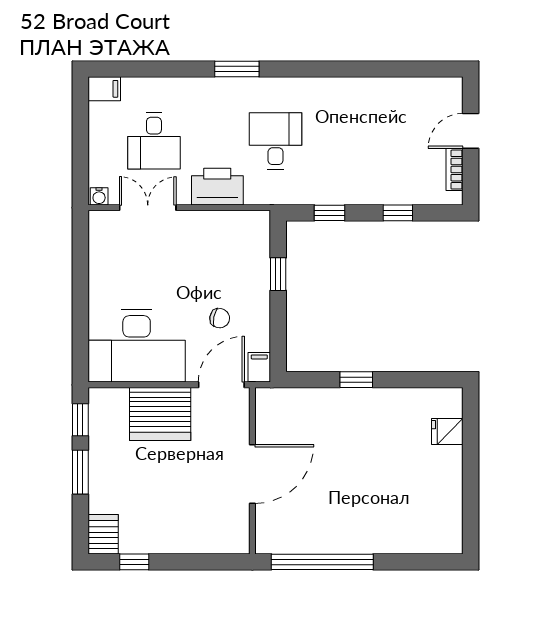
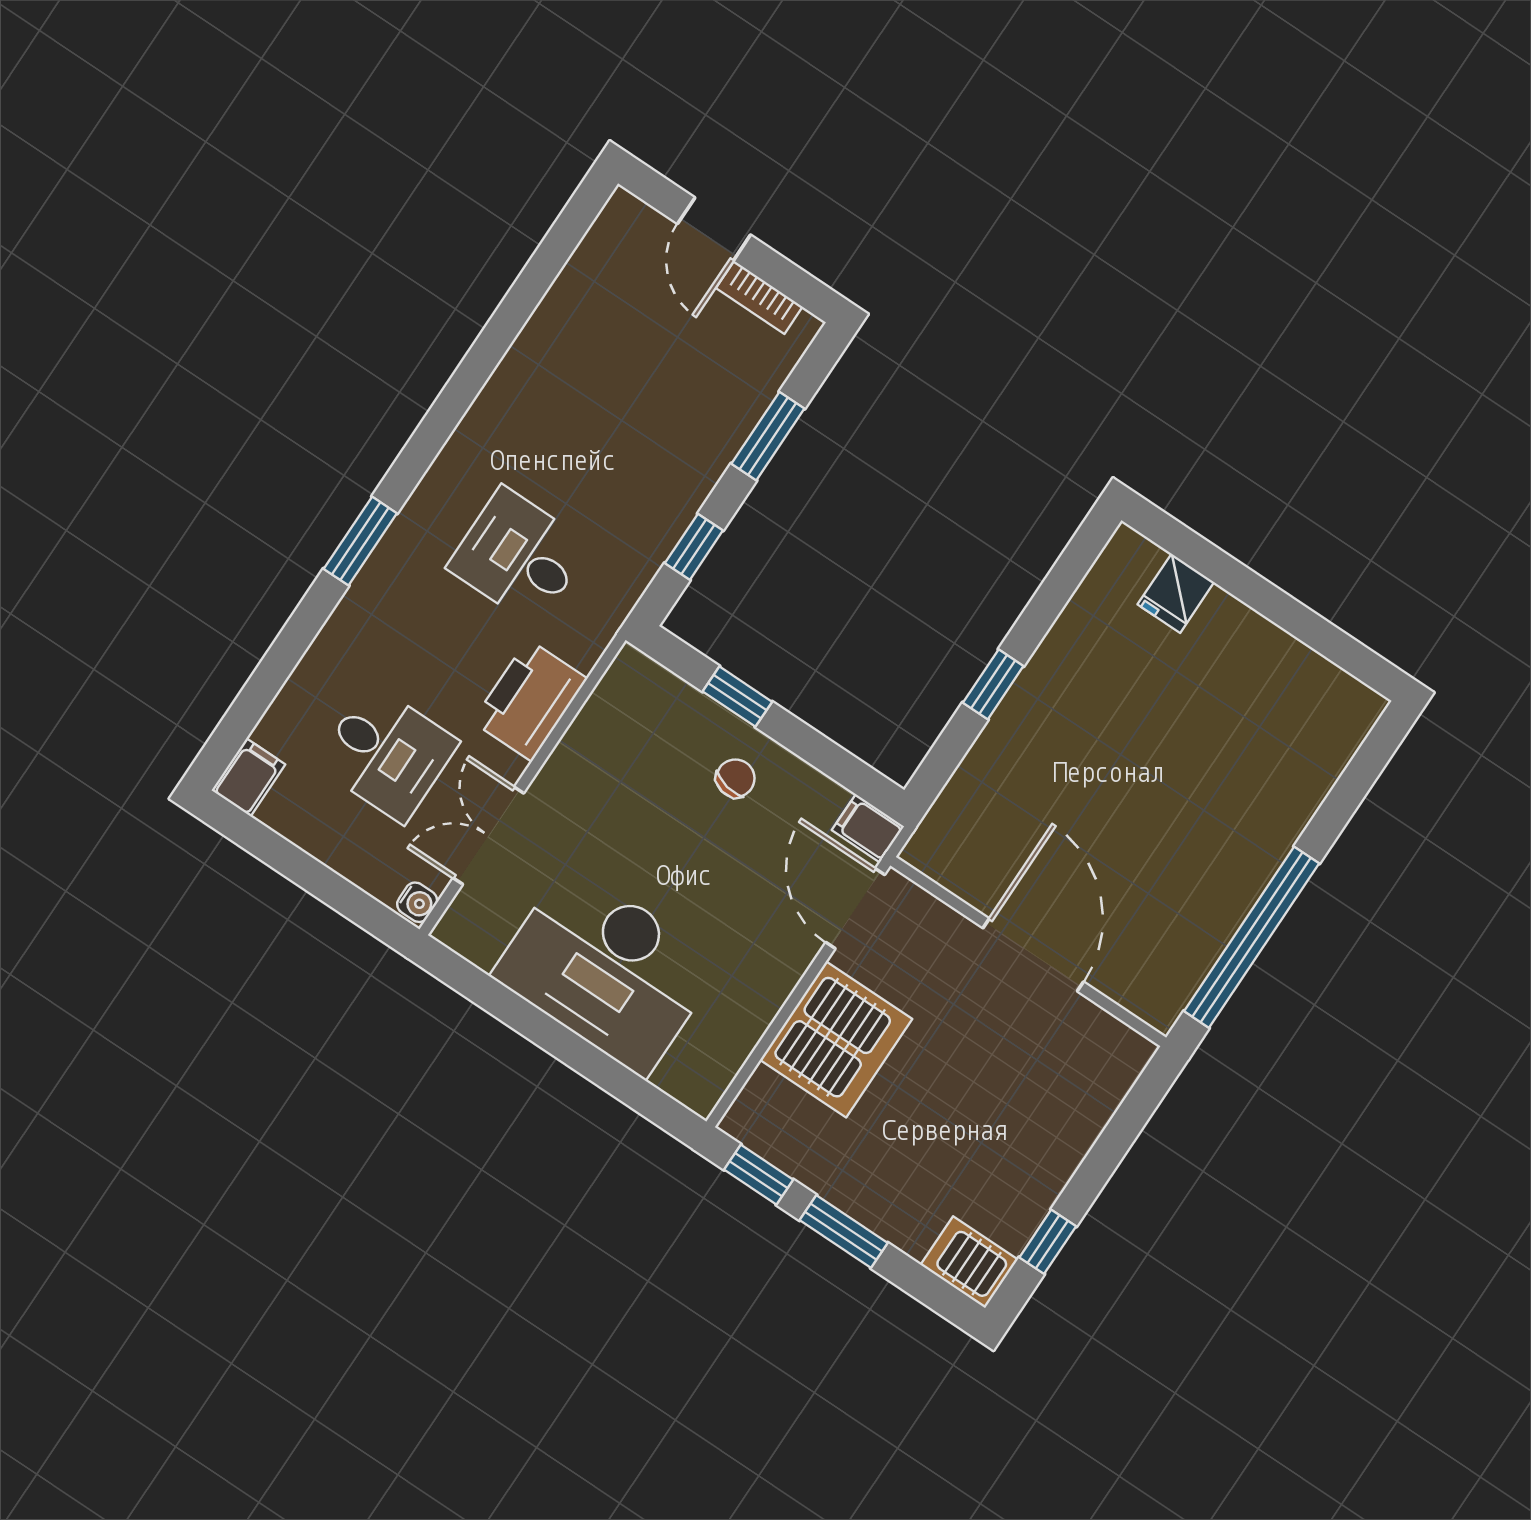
window: (398, 213) -> (768, 436), width x1.50
chair: (220, 318) -> (735, 778), moved
desk: (137, 346) -> (607, 970), moved, turned 90

